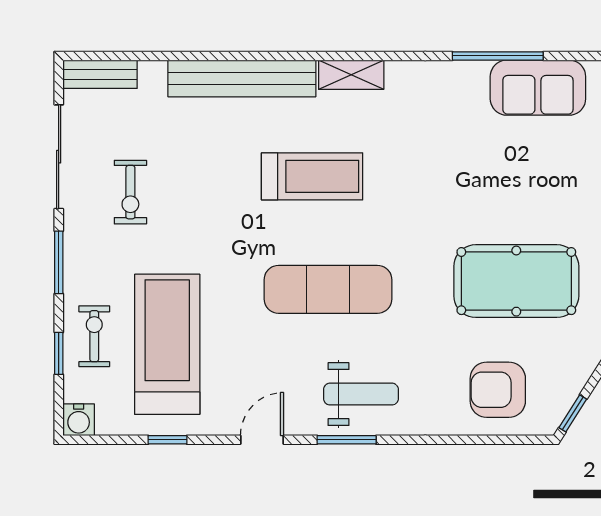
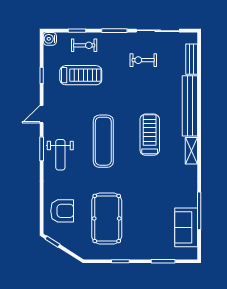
bench: (100, 74) -> (192, 59), moved
treadmill: (312, 176) -> (150, 135), turned 180
treadmill: (167, 344) -> (81, 75), width x0.73, depth x0.73
armchair: (498, 390) -> (62, 211), turned 90
door: (262, 440) -> (42, 114), swing flipped

